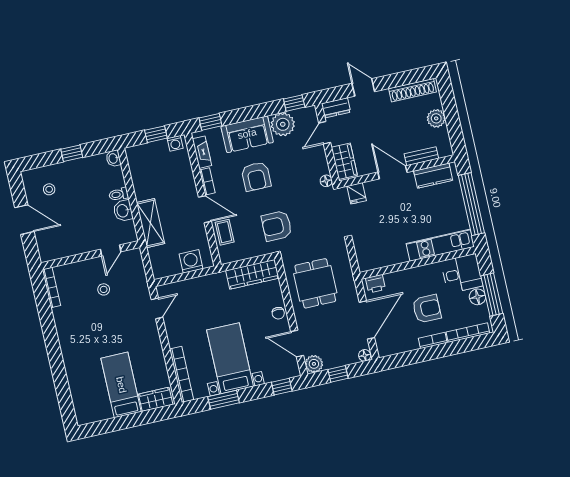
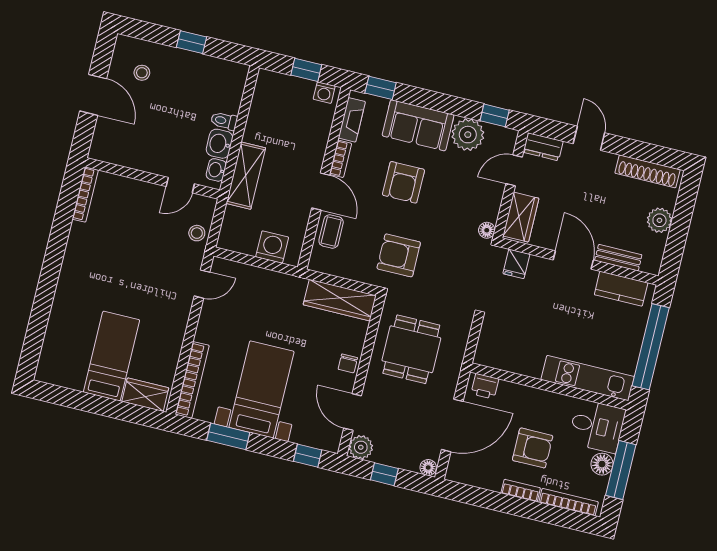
washbasin: (113, 158) -> (216, 170), moved
stool: (104, 289) -> (197, 233), moved

